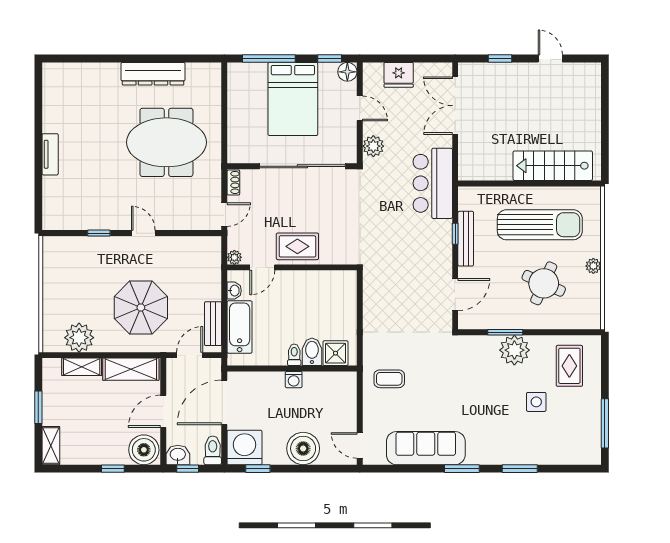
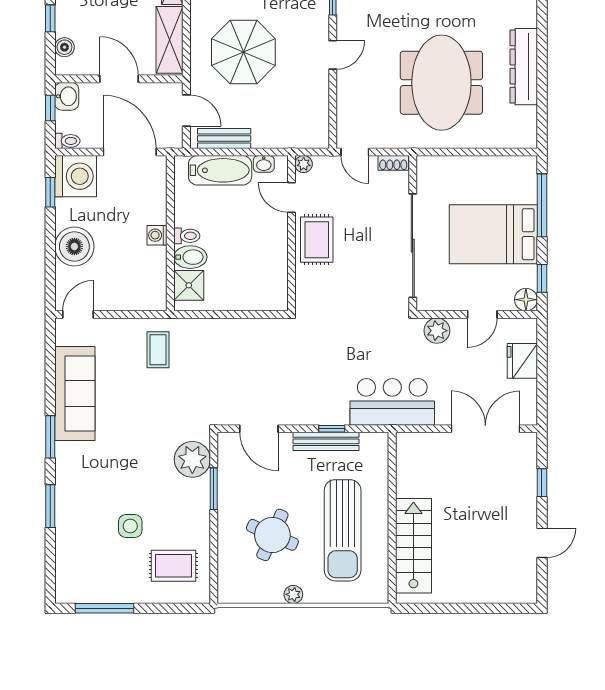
plant: (514, 350) -> (192, 459), moved
boiler: (144, 450) -> (64, 47), width x0.54, depth x0.54
toilet: (213, 450) -> (67, 141), width x0.73, depth x0.72

